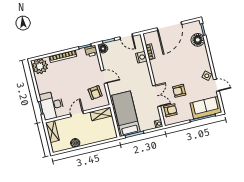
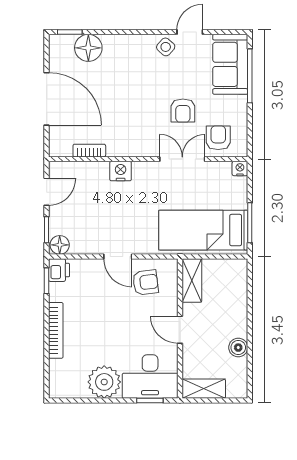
nightstand: (141, 57) -> (121, 171), moved
plant: (40, 66) -> (104, 382), moved
door: (104, 77) -> (118, 257), swing flipped

